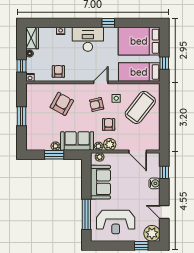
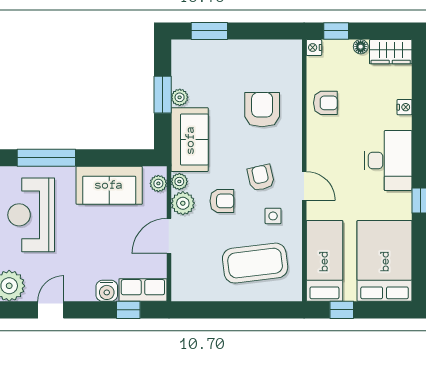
armchair: (62, 104) -> (262, 110), turned -119
coffee table: (140, 107) -> (255, 263), turned -45
window: (22, 116) -> (209, 31), moved
door: (138, 152) -> (169, 236), moved
row of seats: (154, 165) -> (143, 290), added

